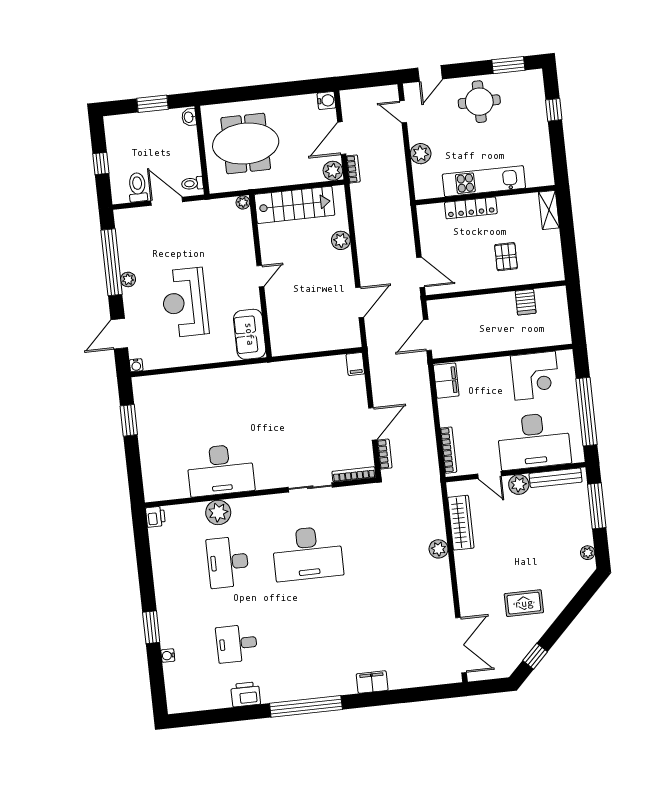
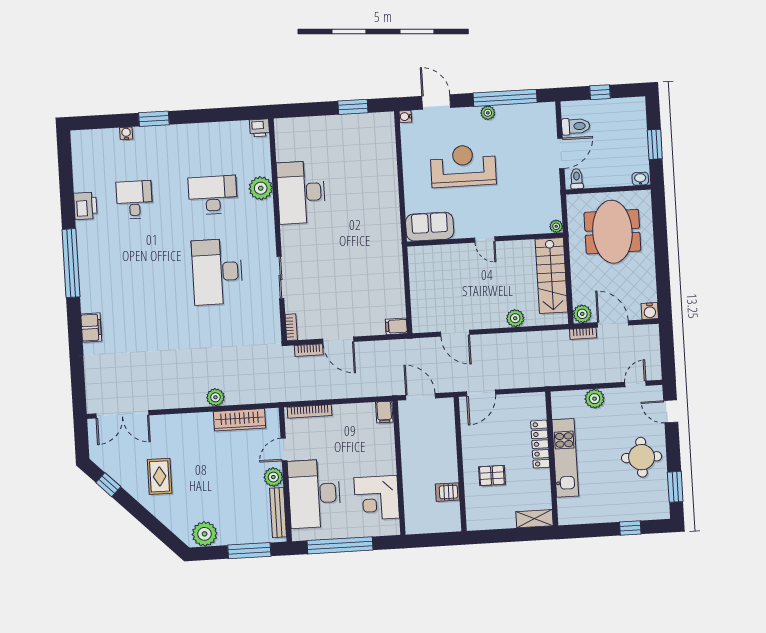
filing cabinet: (446, 381) -> (384, 412), width x0.50
bookcase: (354, 474) -> (291, 327), width x0.64
plant: (588, 553) -> (205, 534), width x1.87, depth x1.87

